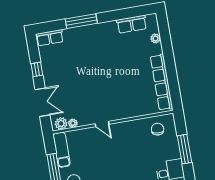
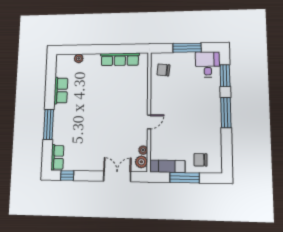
row of seats: (132, 24) -> (61, 91), moved
window: (37, 69) -> (67, 175), moved
row of seats: (161, 82) -> (120, 59), width x0.73

